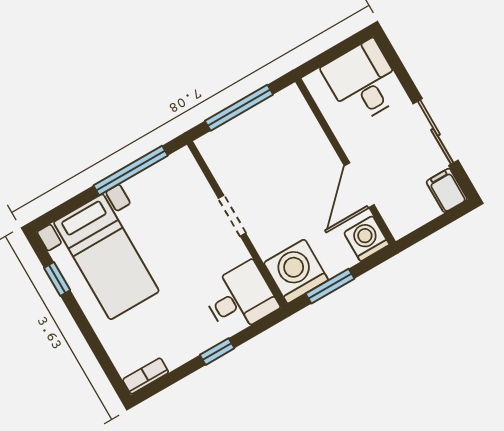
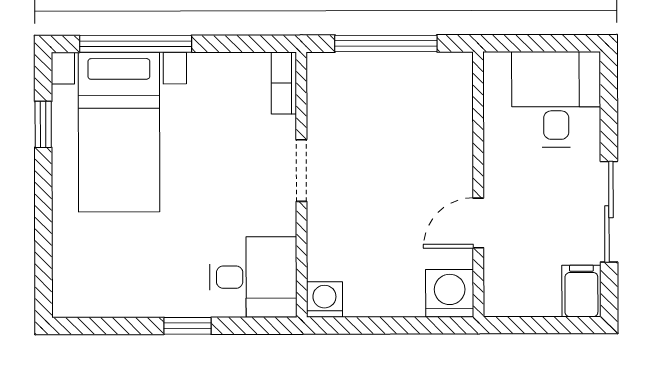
window: (131, 171) -> (136, 44), moved
door: (359, 185) -> (478, 223), width x0.73
washing machine: (296, 271) -> (324, 299), width x0.53, depth x0.53
window: (330, 286) -> (371, 325), removed
bookcase: (146, 376) -> (284, 83), moved, turned -90

